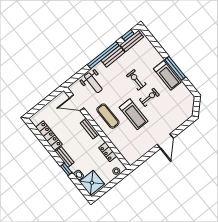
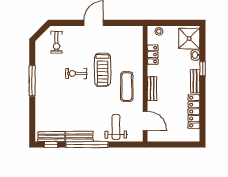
treadmill: (167, 75) -> (44, 80), removed
exercise bike: (136, 80) -> (56, 42), moved
treadmill: (134, 114) -> (103, 70), turned 180

